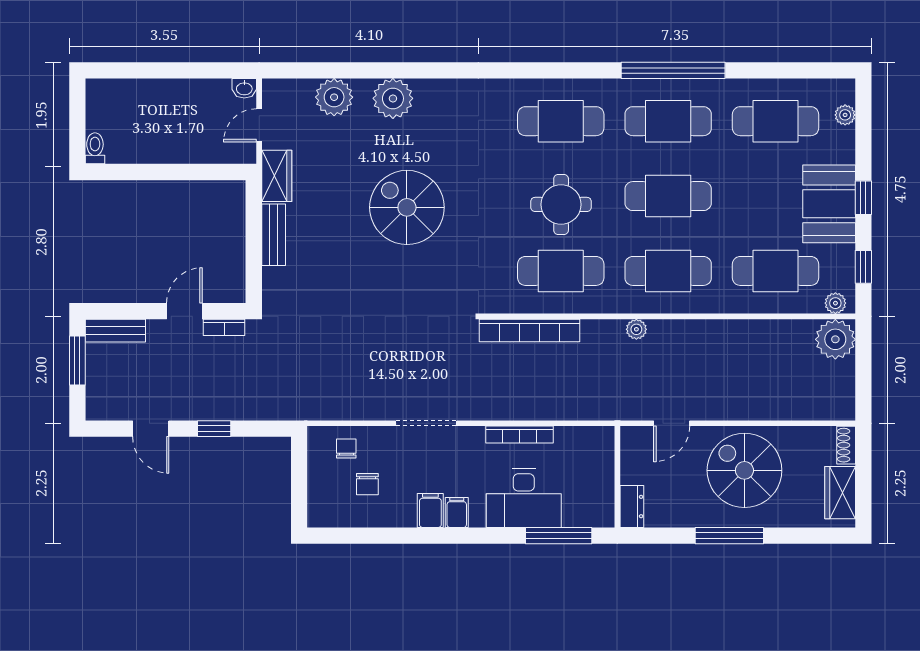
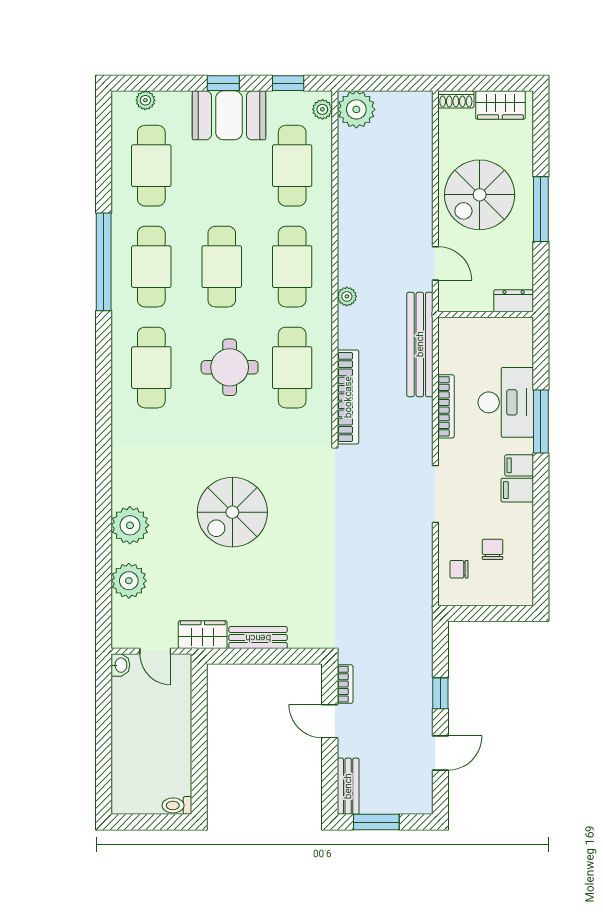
bench: (585, 407) -> (420, 344), added
chair: (367, 484) -> (493, 549), turned -90
window: (559, 536) -> (541, 422), moved

